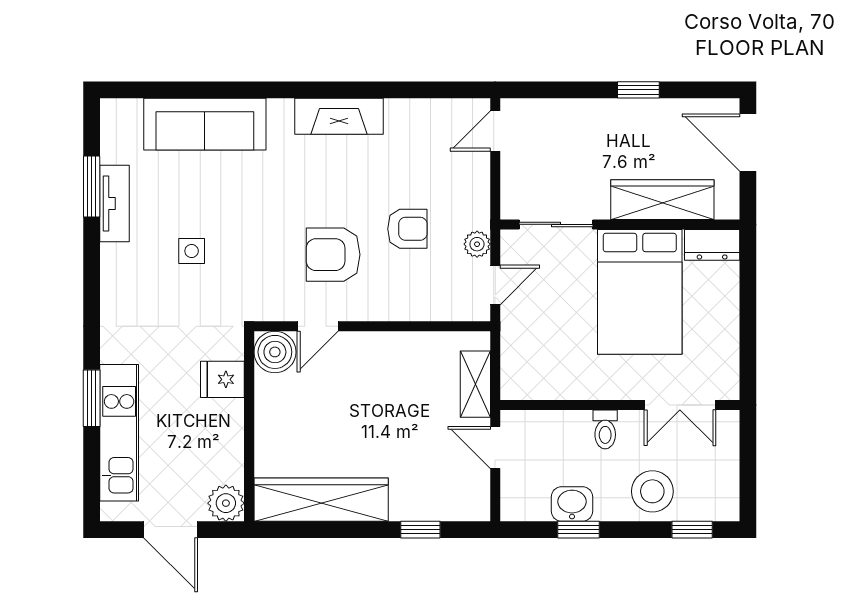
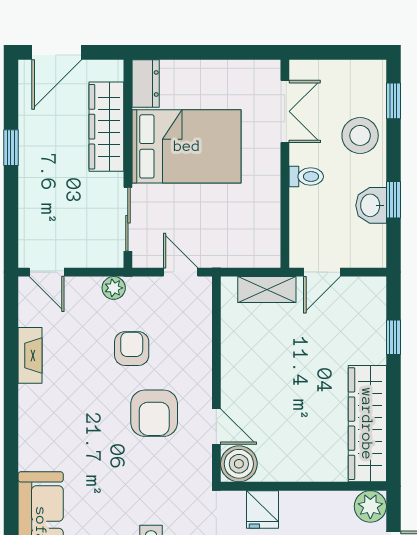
fireplace: (339, 116) -> (30, 355), moved, width x0.73, depth x0.76
plant: (477, 244) -> (114, 288), moved

